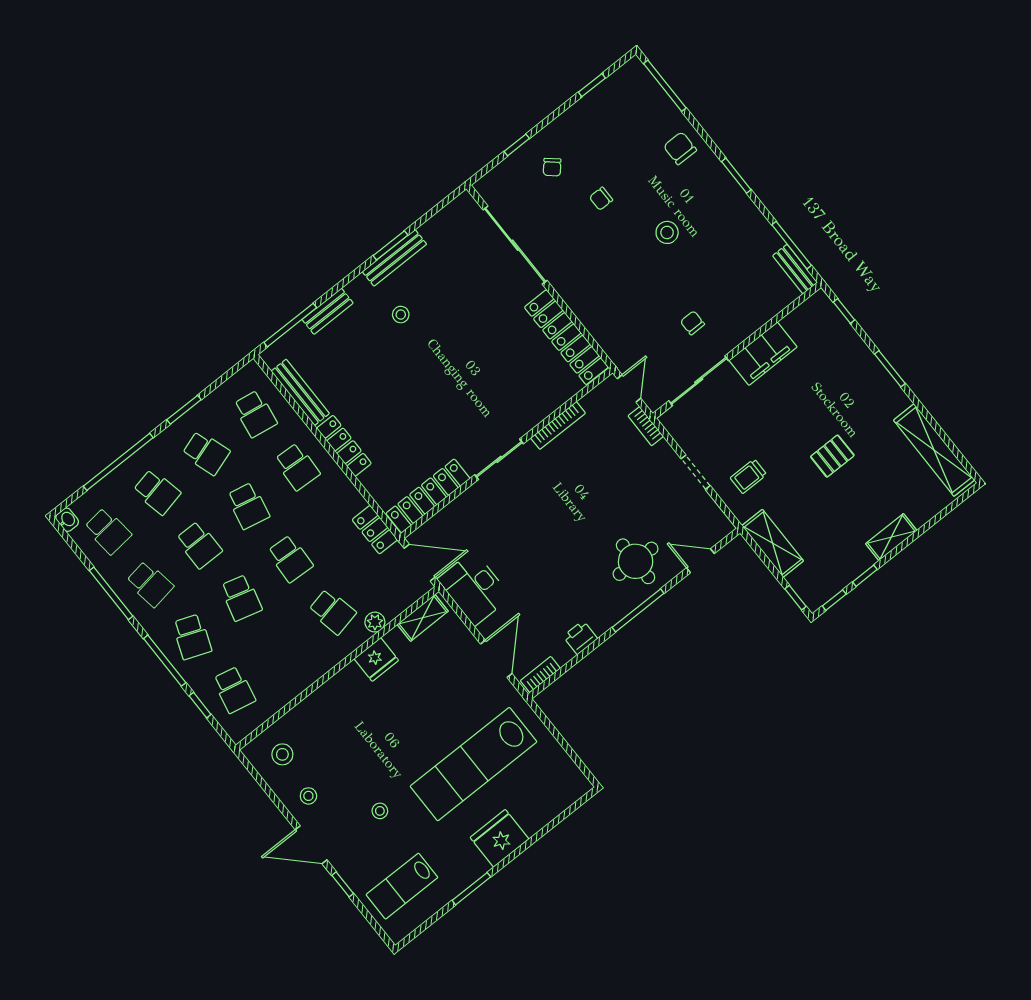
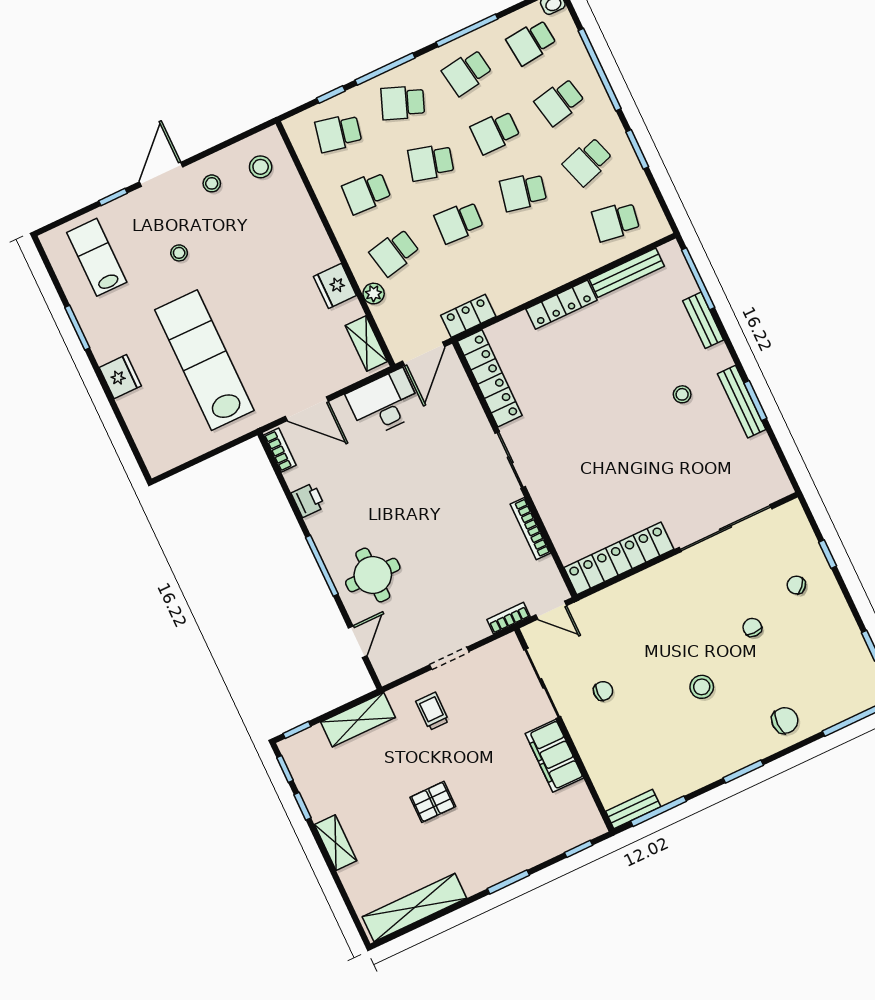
pallet: (832, 456) -> (433, 802), turned 90
school desk: (297, 467) -> (367, 193), moved
fridge: (500, 838) -> (120, 377), width x0.73, depth x0.75

